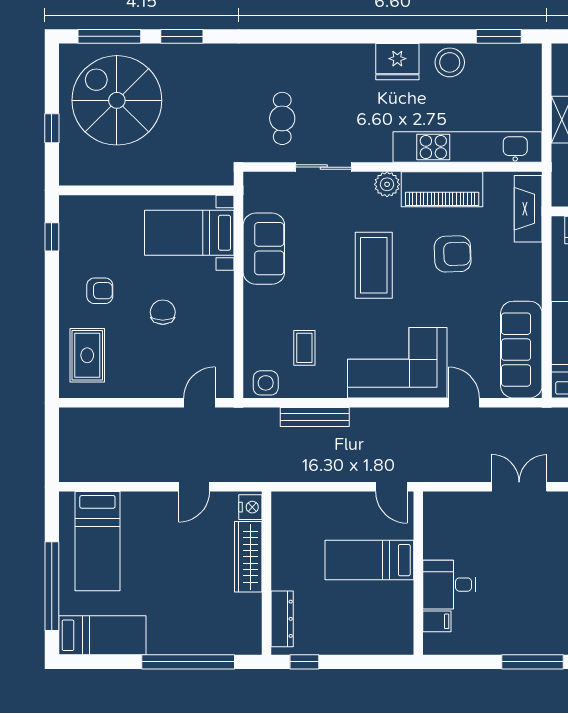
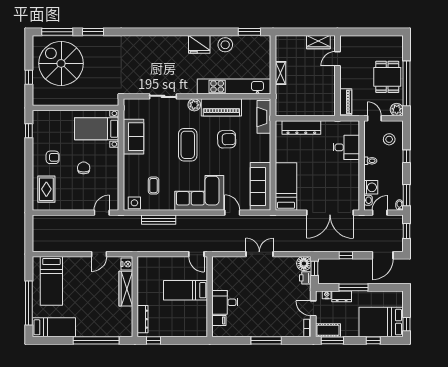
cafe table: (282, 118) -> (143, 72), removed

